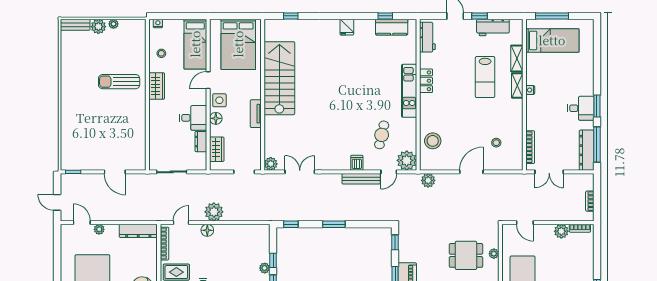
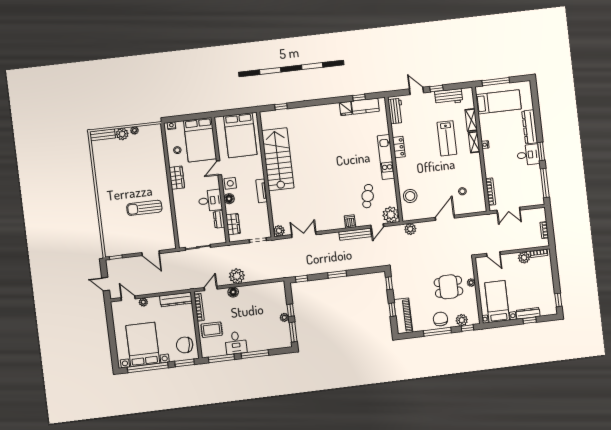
fridge: (347, 27) -> (346, 108), moved
bed: (195, 44) -> (200, 140), width x1.50
sun lounger: (119, 82) -> (144, 208), moved
dresser: (587, 150) -> (530, 127), moved

